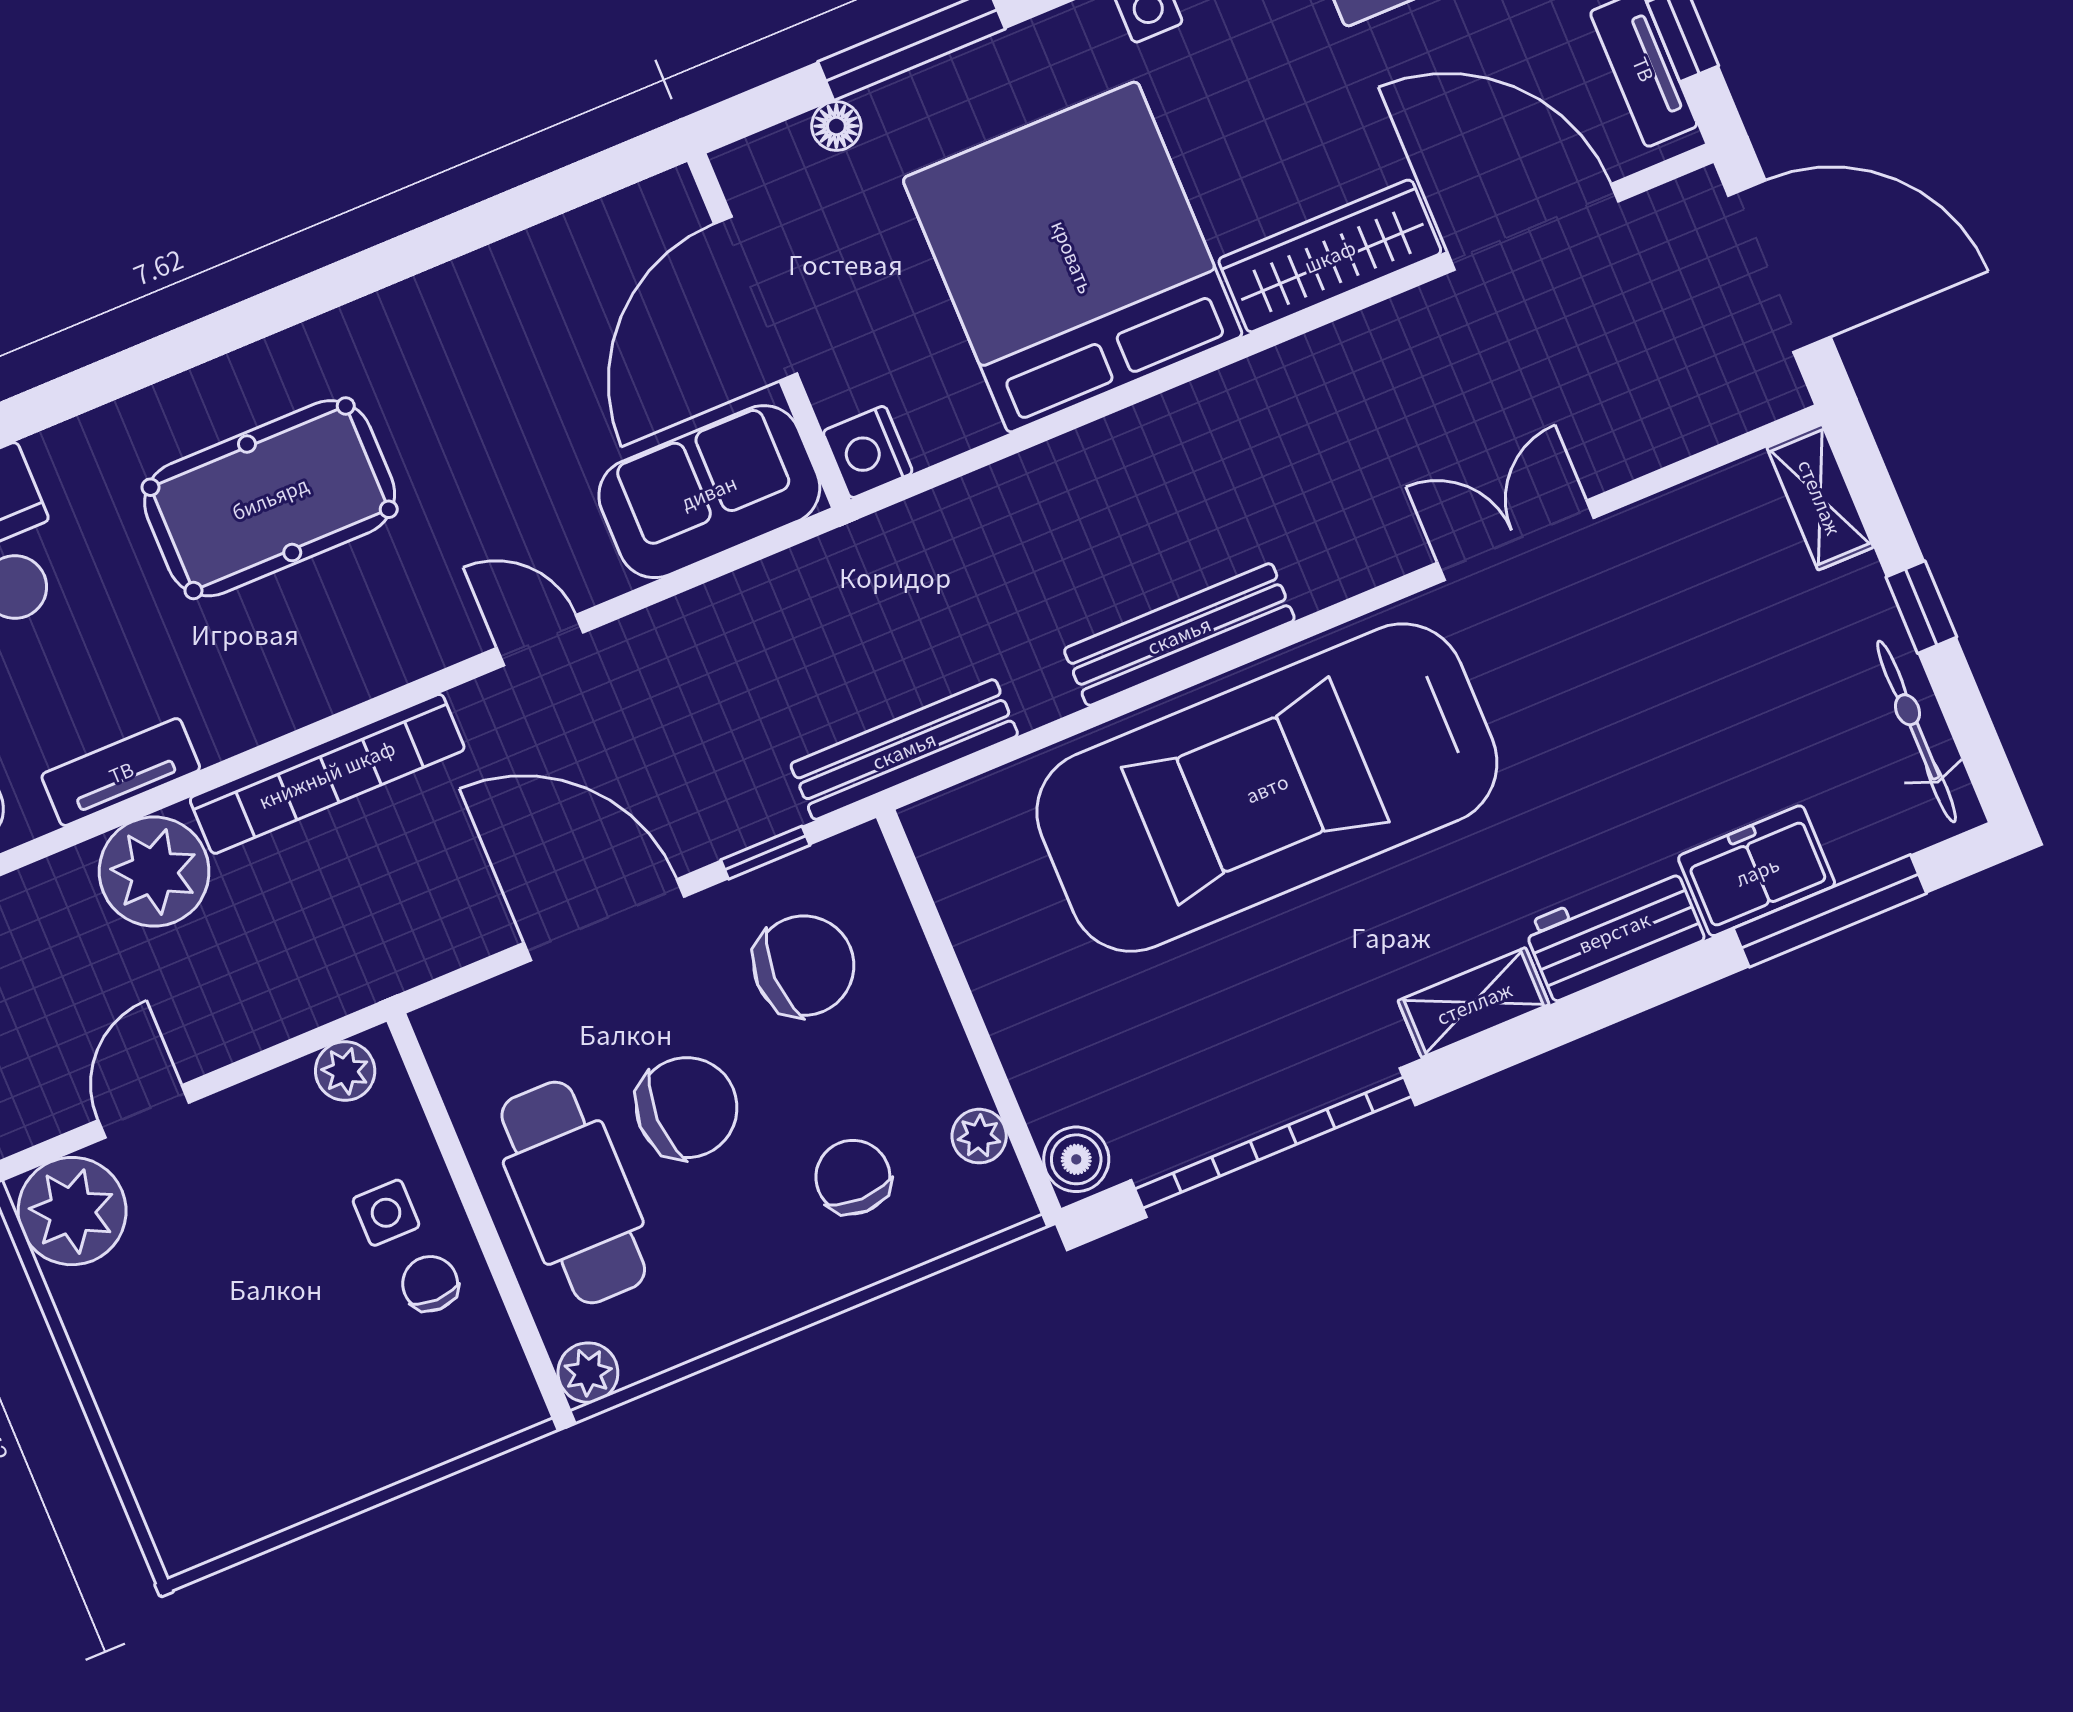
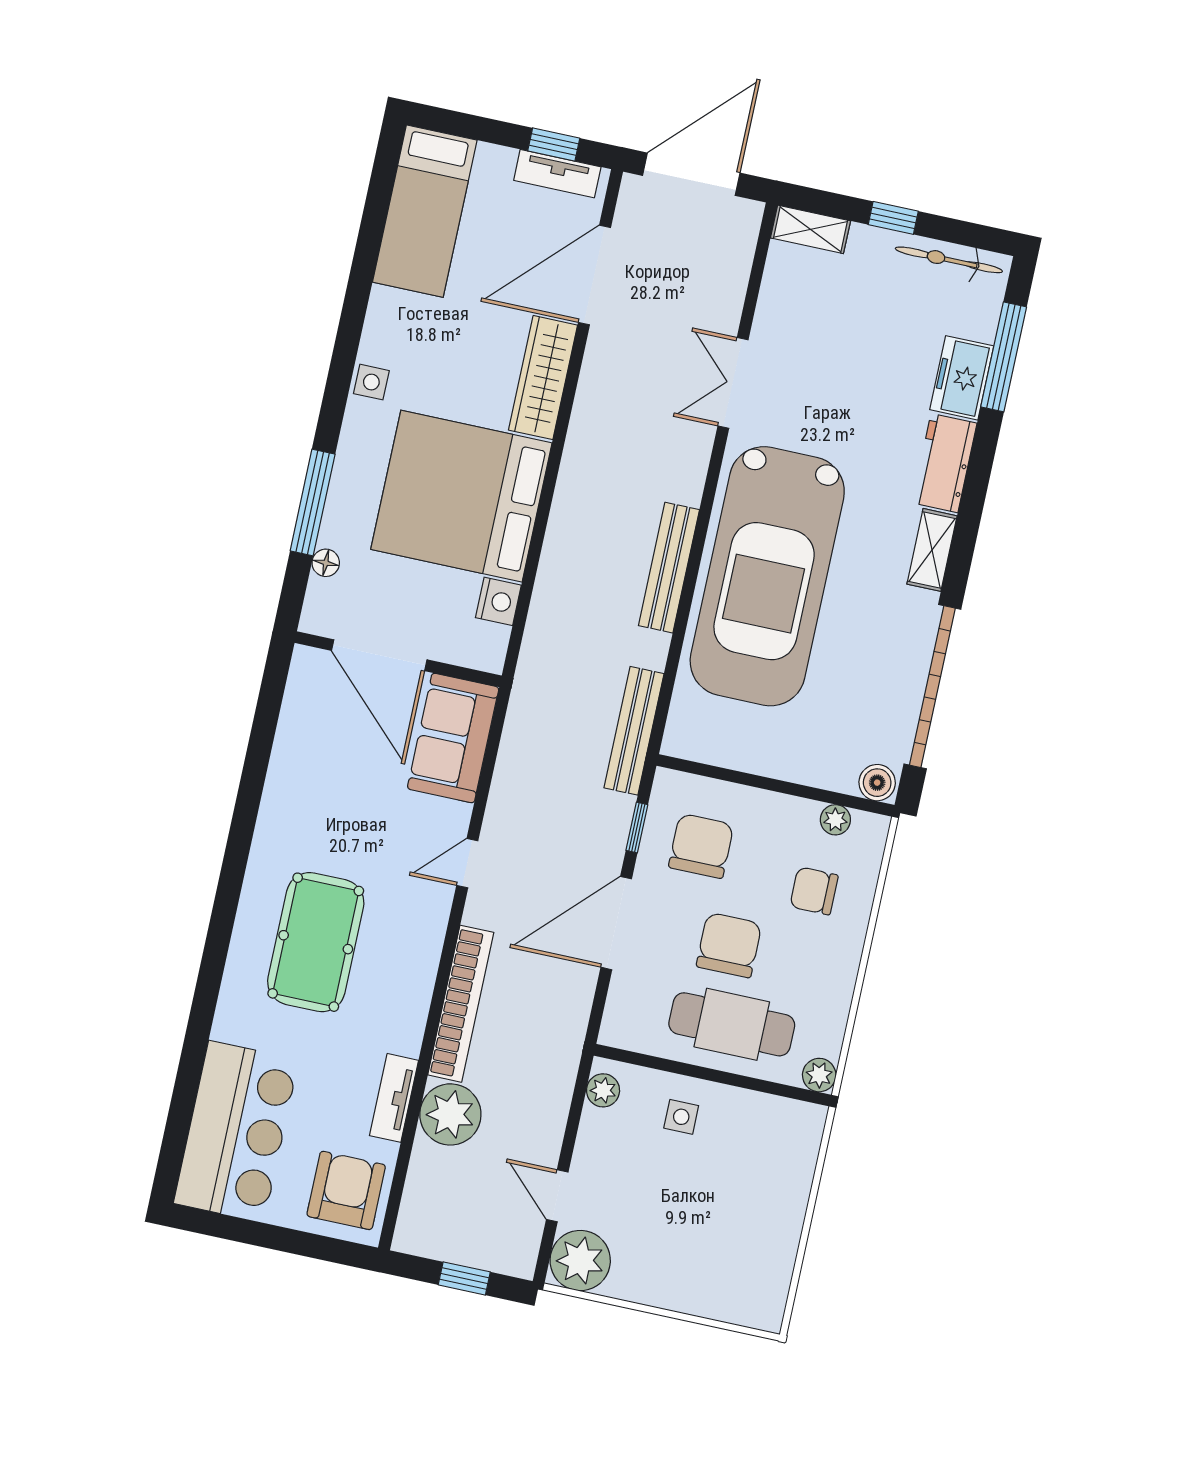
nightstand: (868, 452) -> (498, 601), moved, turned -90
chair: (430, 1284) -> (728, 1119), removed

